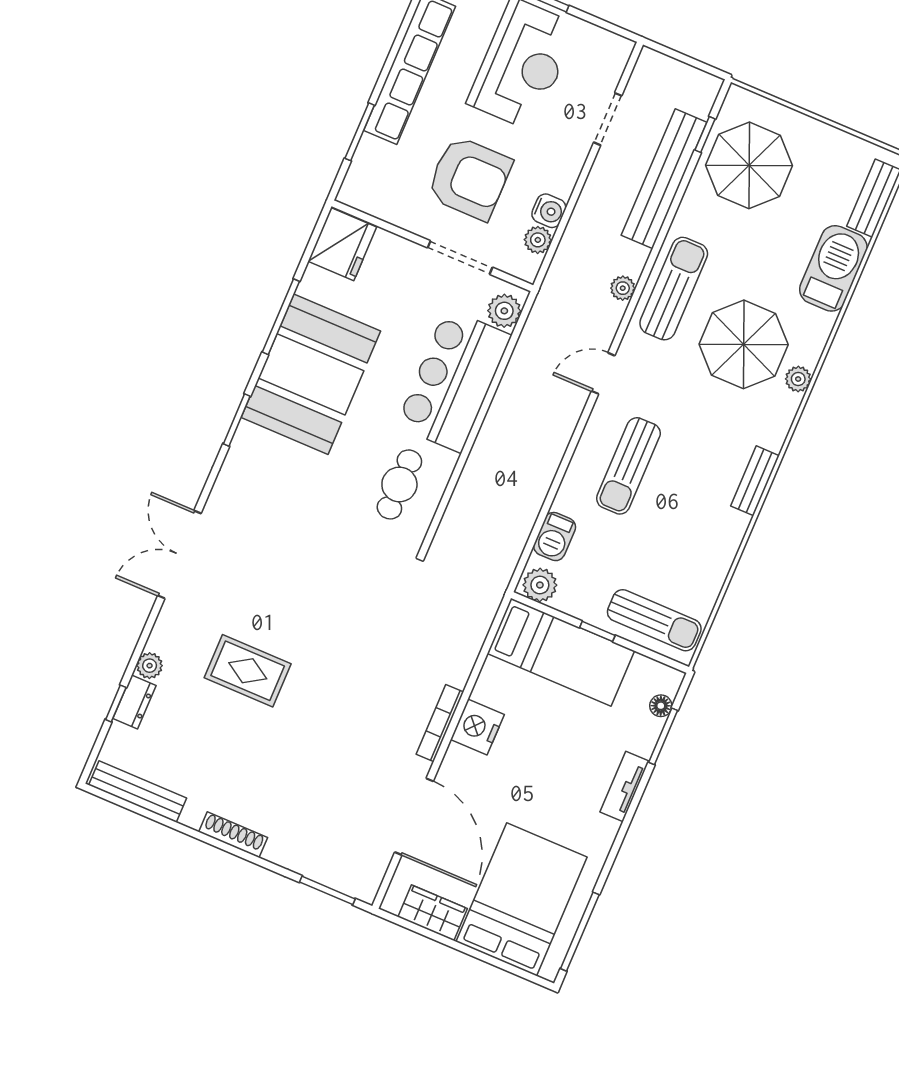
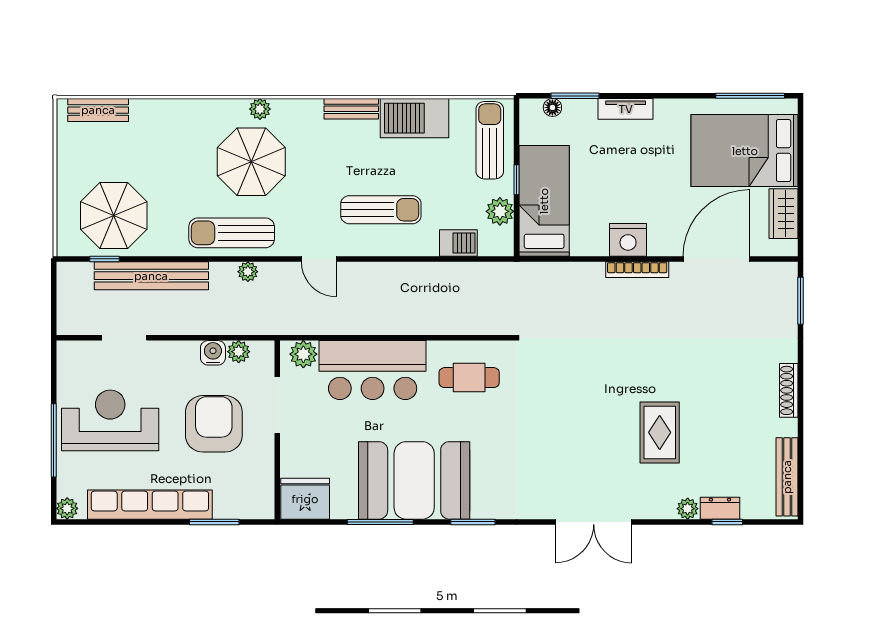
barbecue: (833, 268) -> (414, 118), moved
plant: (540, 585) -> (500, 211), moved

